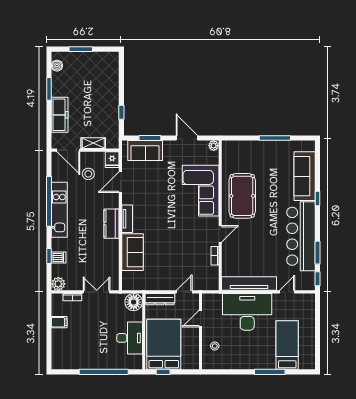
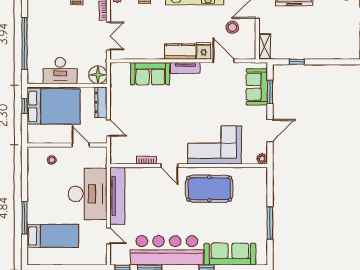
shelving: (93, 143) -> (265, 47), moved
fridge: (112, 160) -> (204, 51), moved, turned 90

